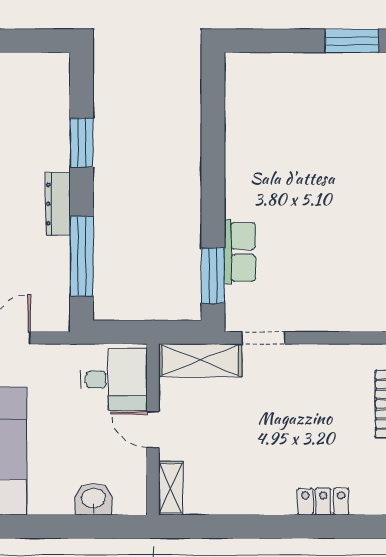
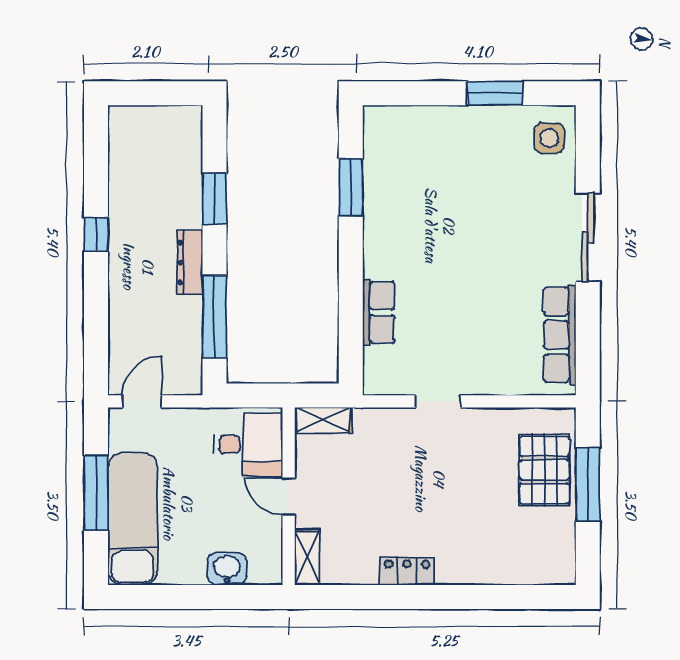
window: (213, 276) -> (351, 187), moved
doorway: (263, 338) -> (438, 401), moved
shelving: (200, 360) -> (323, 420), width x0.67, depth x0.75
locker: (323, 502) -> (407, 571), moved

